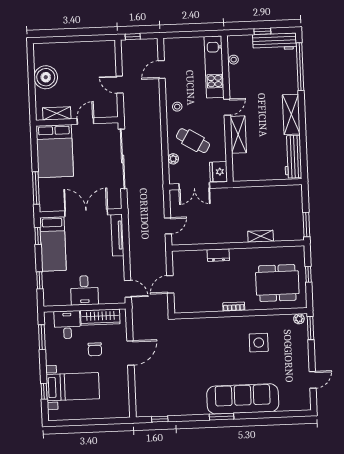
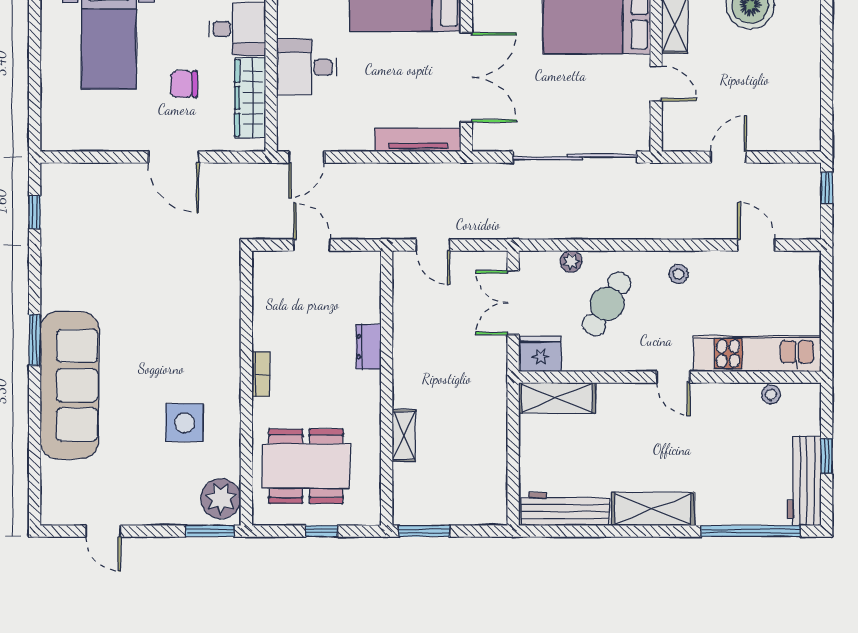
shelving: (238, 135) -> (557, 398), moved
dining table: (277, 283) -> (306, 466), turned 90
plant: (299, 319) -> (221, 499), width x1.88, depth x1.88

